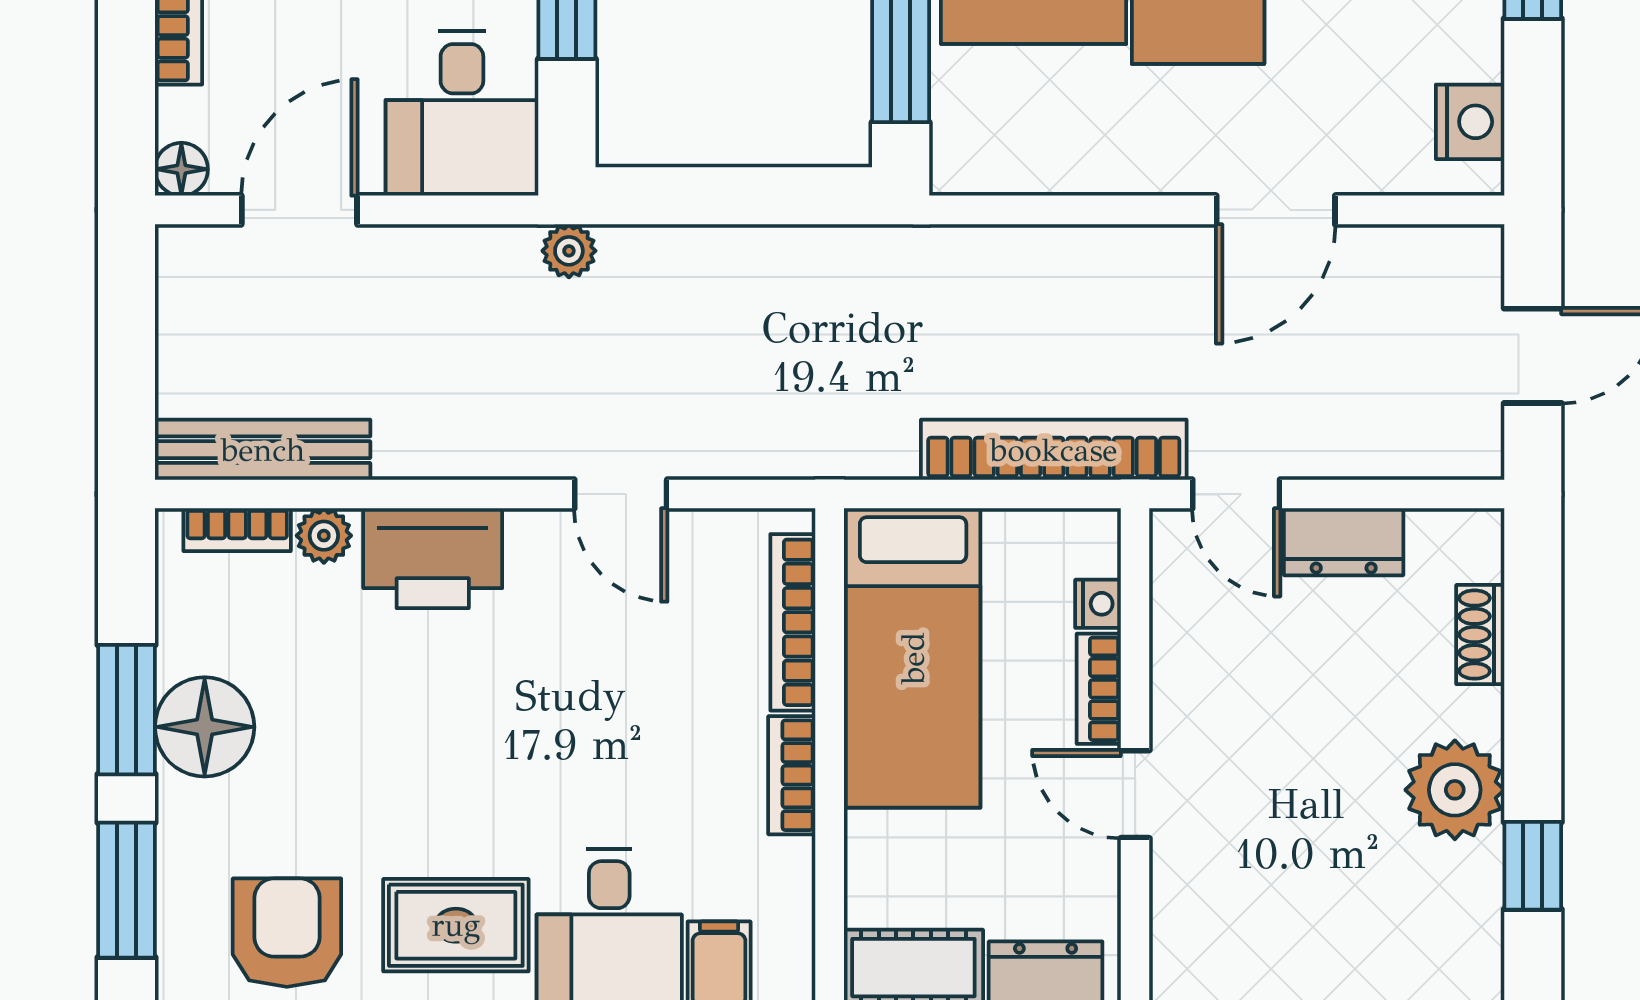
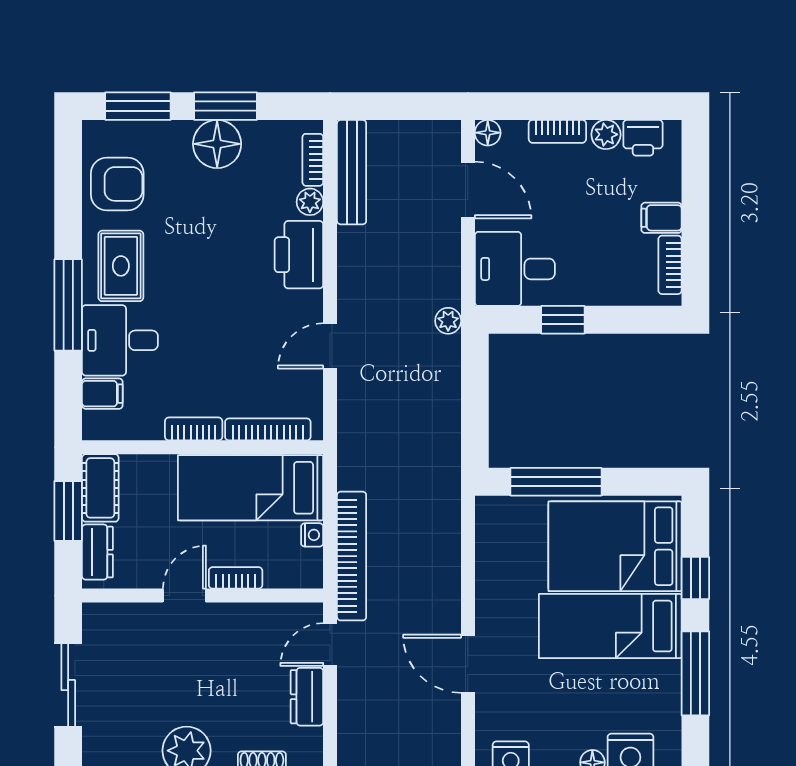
nightstand: (1098, 604) -> (312, 535), moved, turned -90

